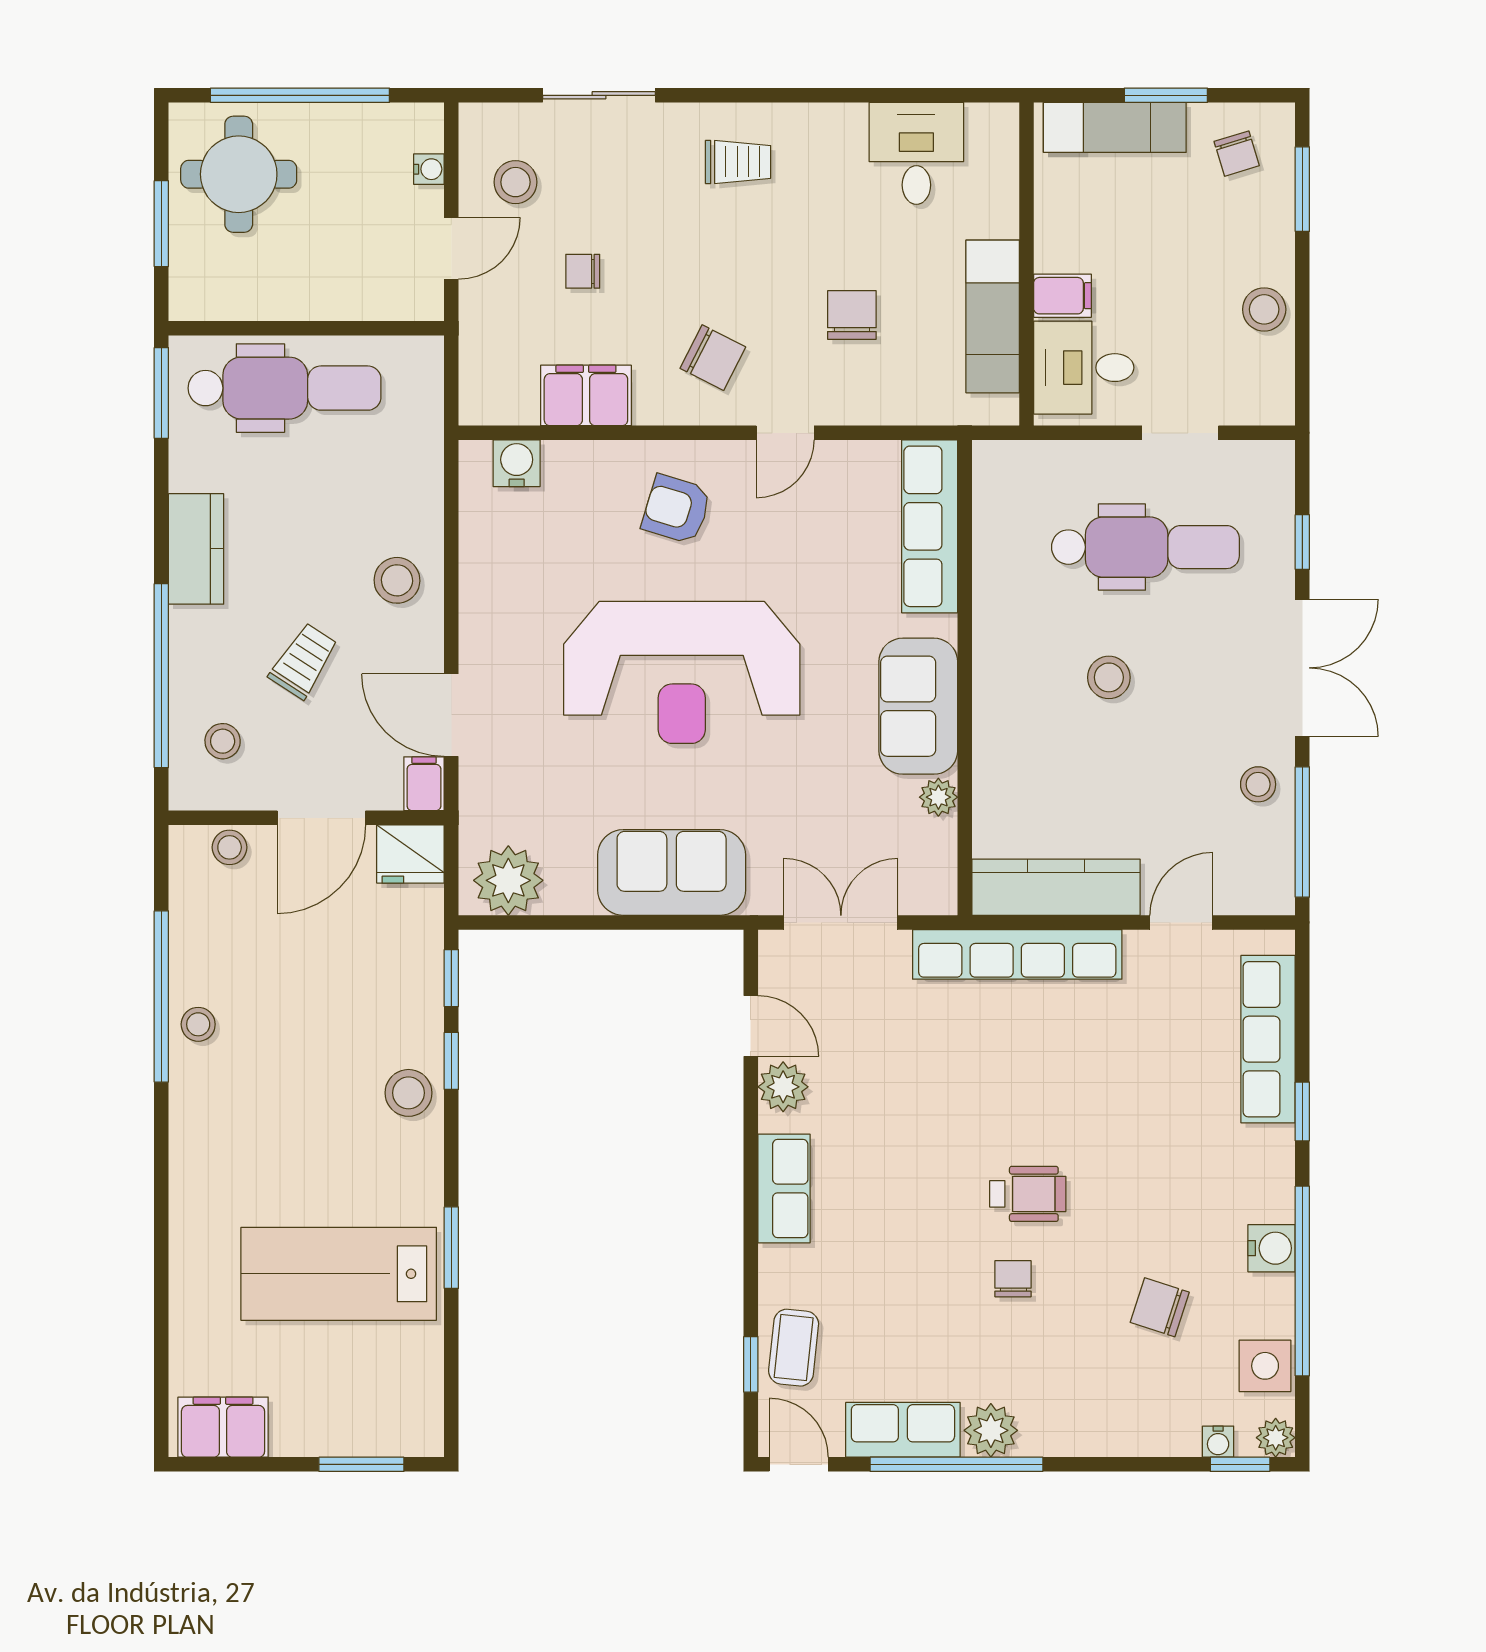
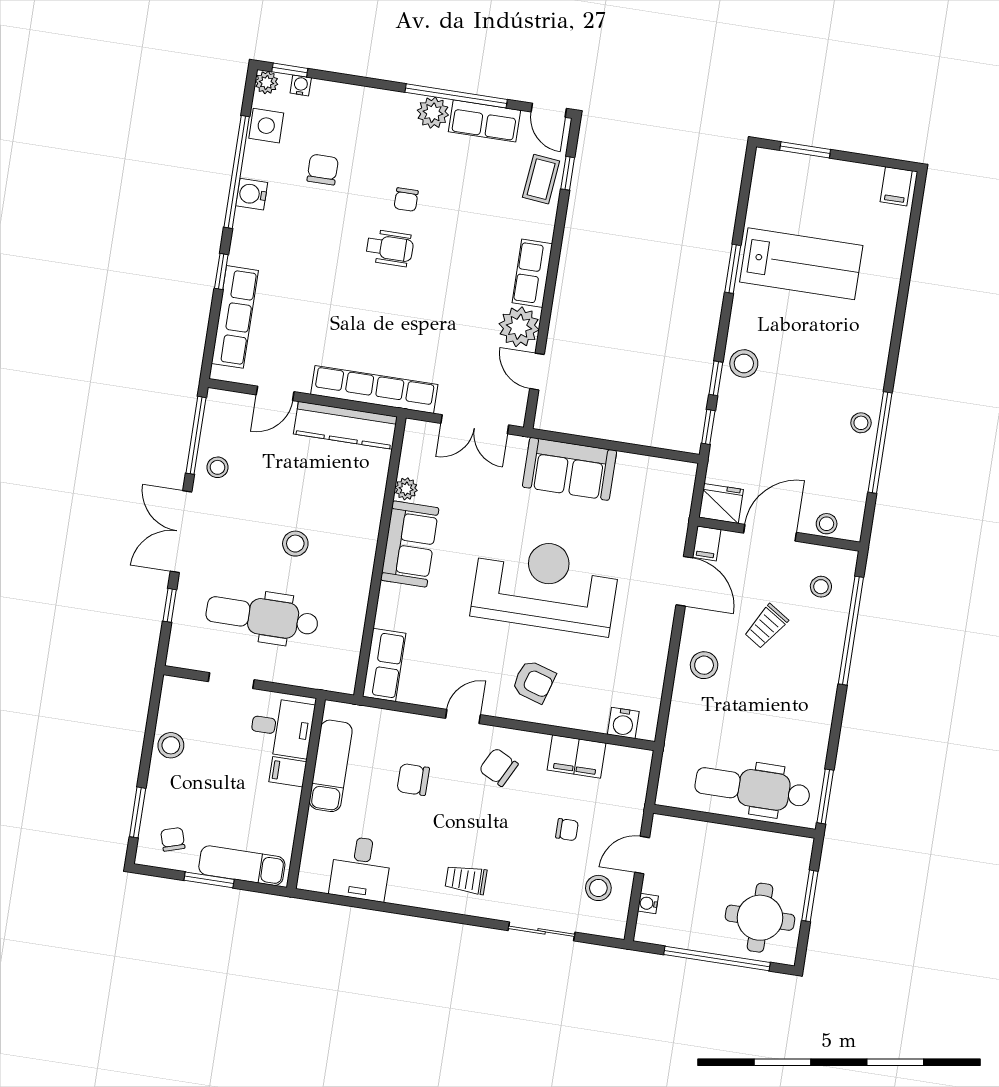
chair: (852, 315) -> (413, 779), turned 90
row of seats: (930, 526) -> (384, 665), width x0.68
kitchen counter: (196, 549) -> (819, 702), removed
plant: (508, 880) -> (666, 479), removed
plant: (783, 1087) -> (519, 327), width x1.36, depth x1.36
wheelchair: (1028, 1194) -> (390, 248), turned 180
chair: (1160, 1307) -> (323, 169), turned -108
filing cabinet: (223, 1427) -> (896, 186), width x0.50

